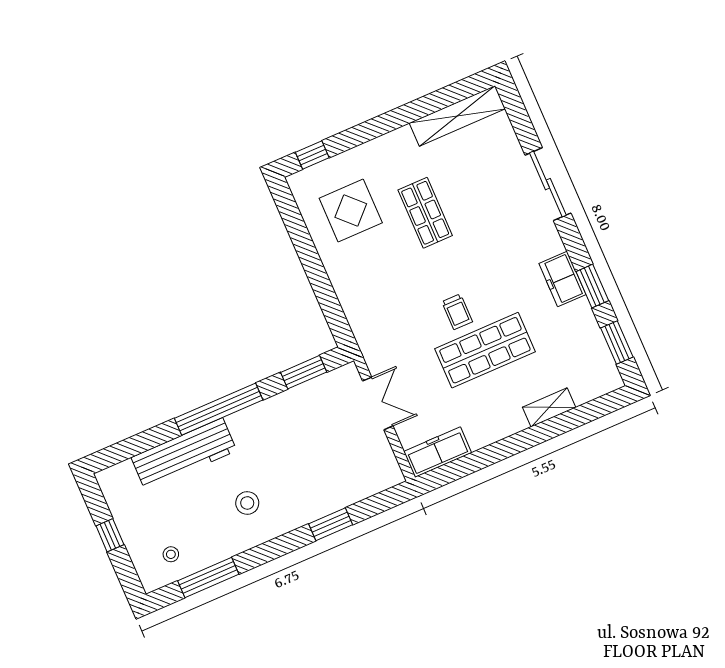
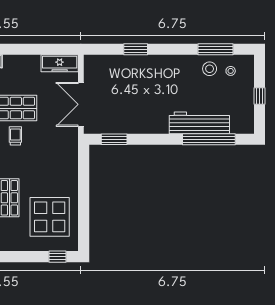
display table: (351, 210) -> (50, 217), width x1.36, depth x1.36
double door: (378, 403) -> (81, 104), width x1.37
window: (219, 409) -> (209, 139), moved
stool: (247, 503) -> (210, 69), moved

